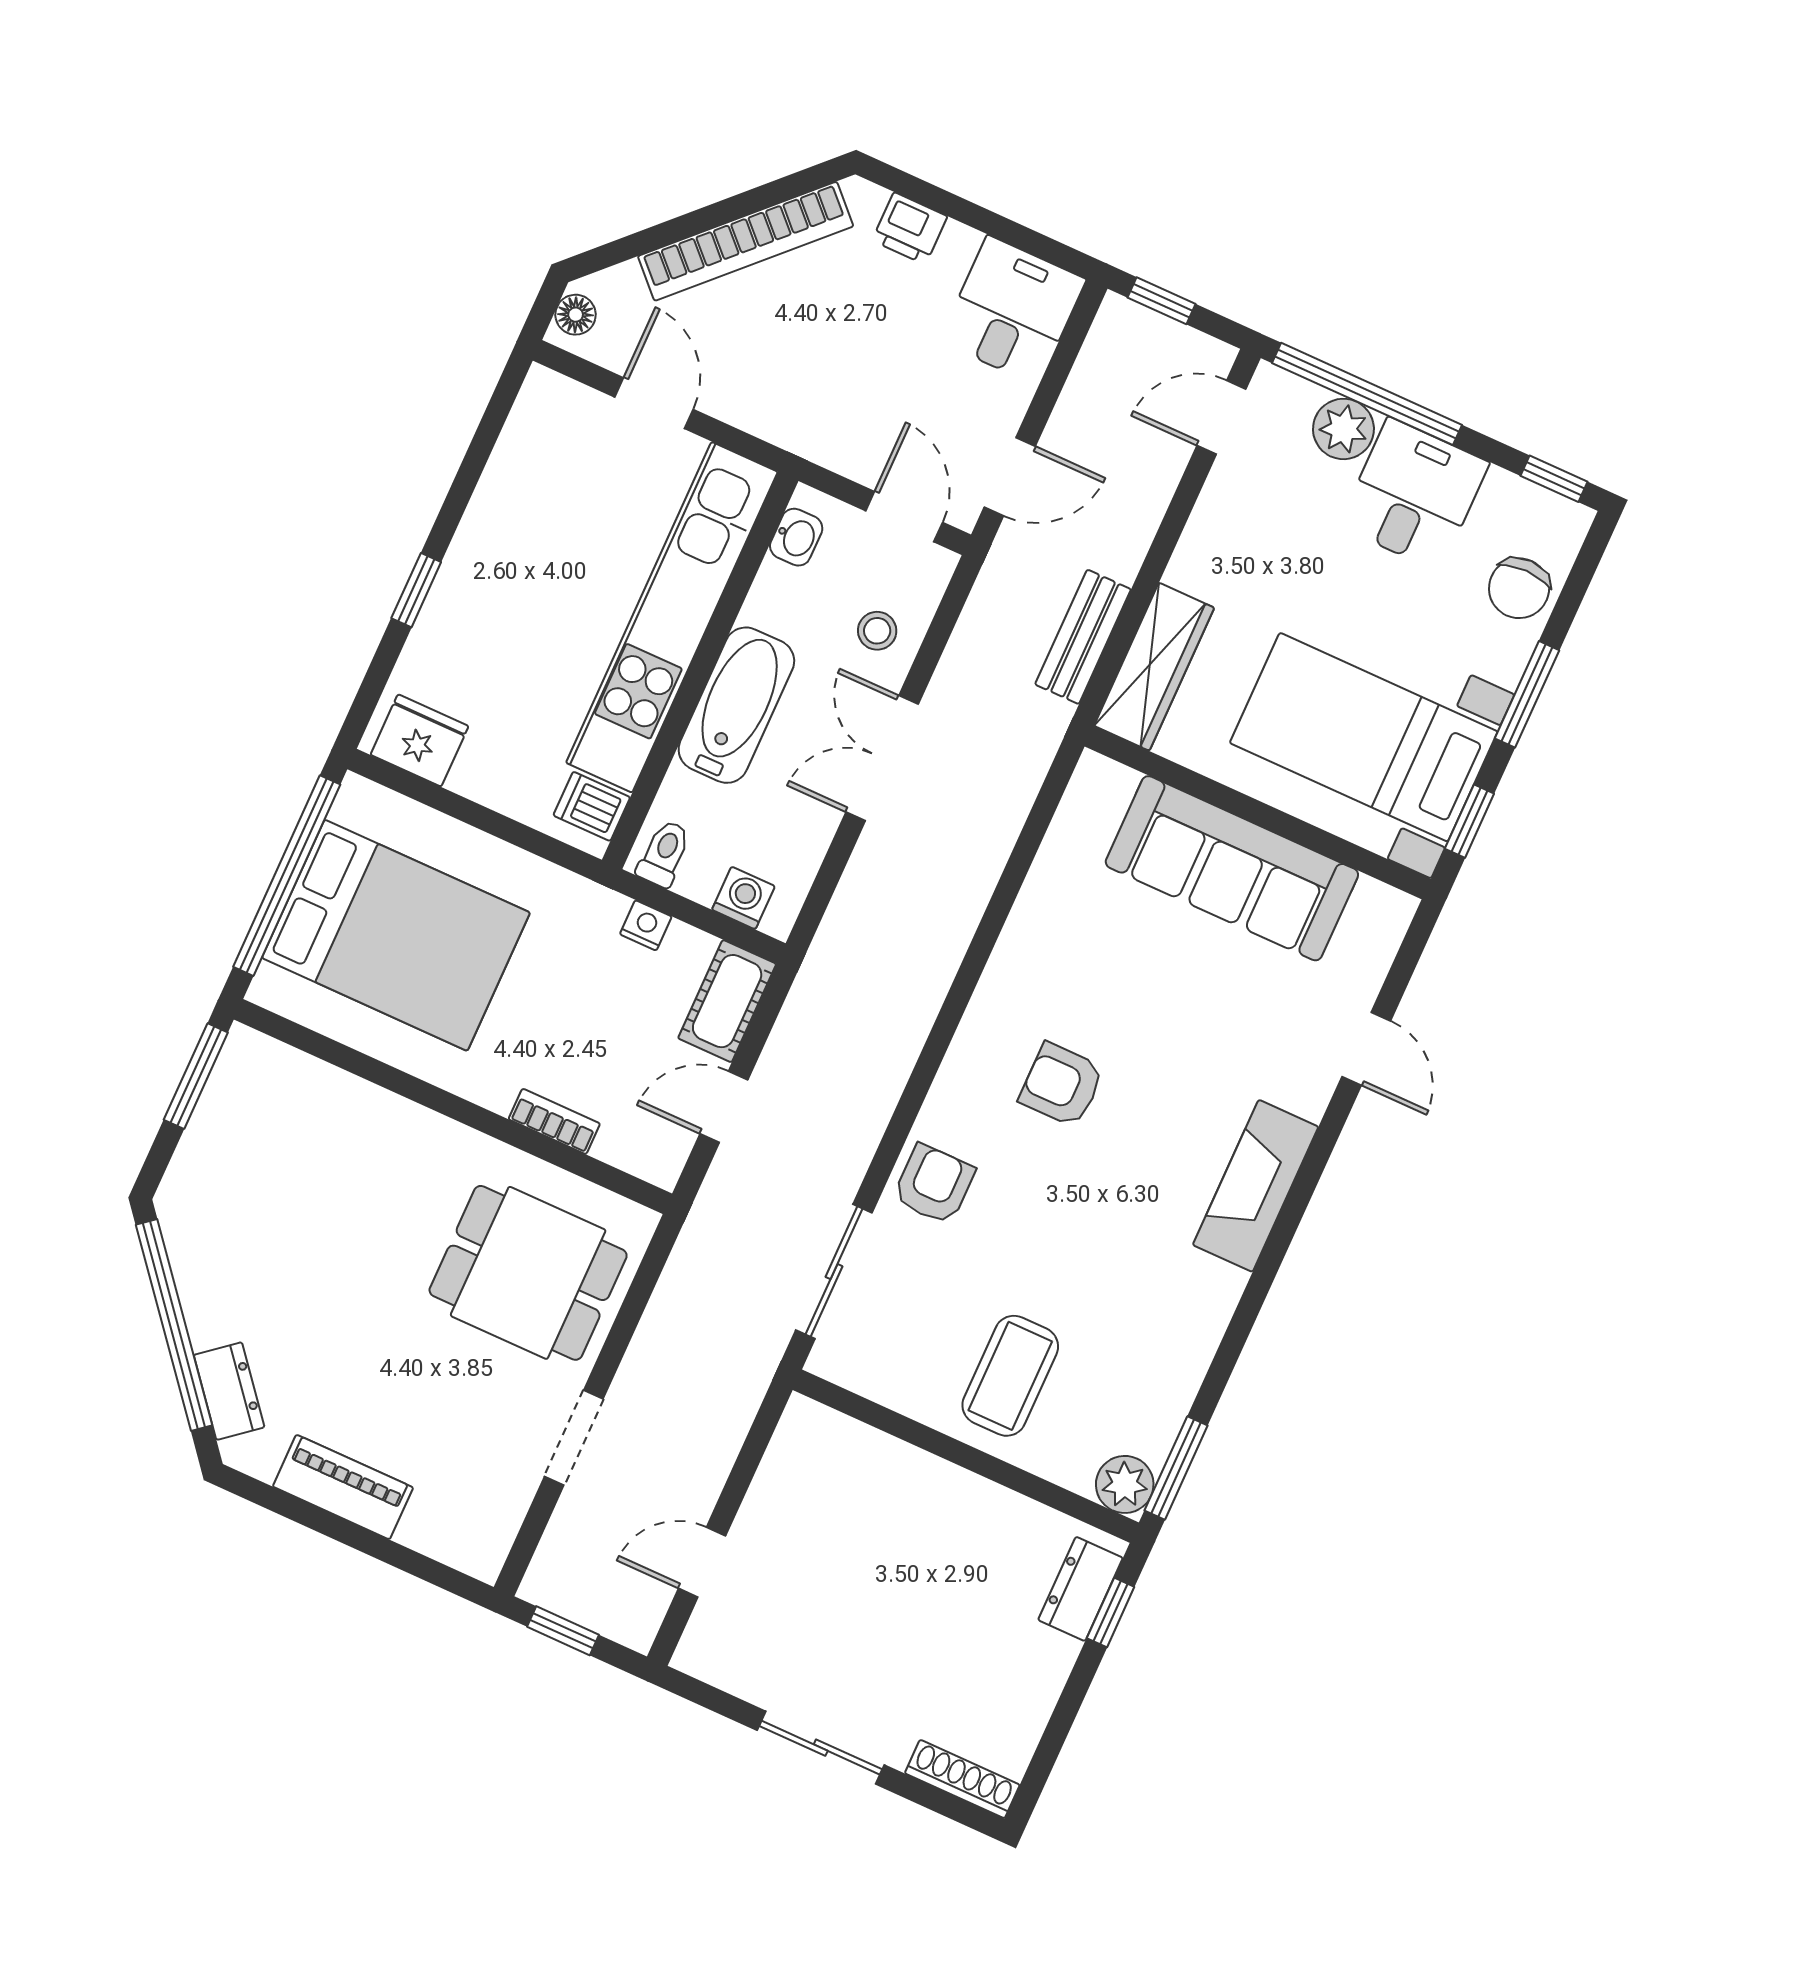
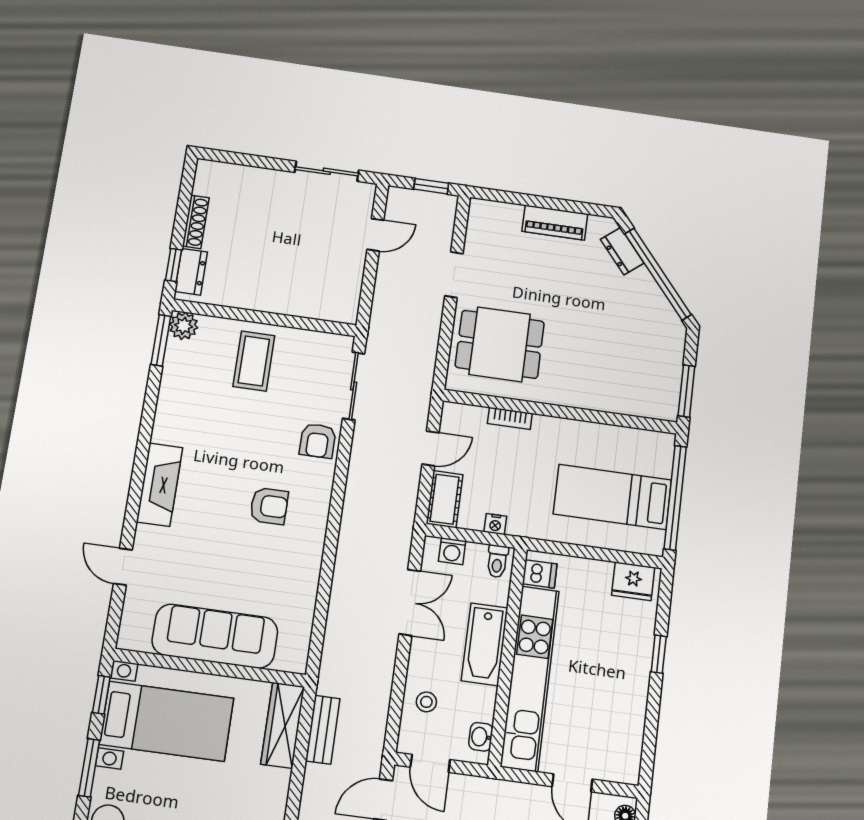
double door: (882, 758) -> (410, 602), moved
bed: (396, 935) -> (612, 497), width x0.67
sliding door: (821, 1748) -> (327, 171), moved
shoe rack: (962, 1779) -> (196, 222), moved, turned -90

